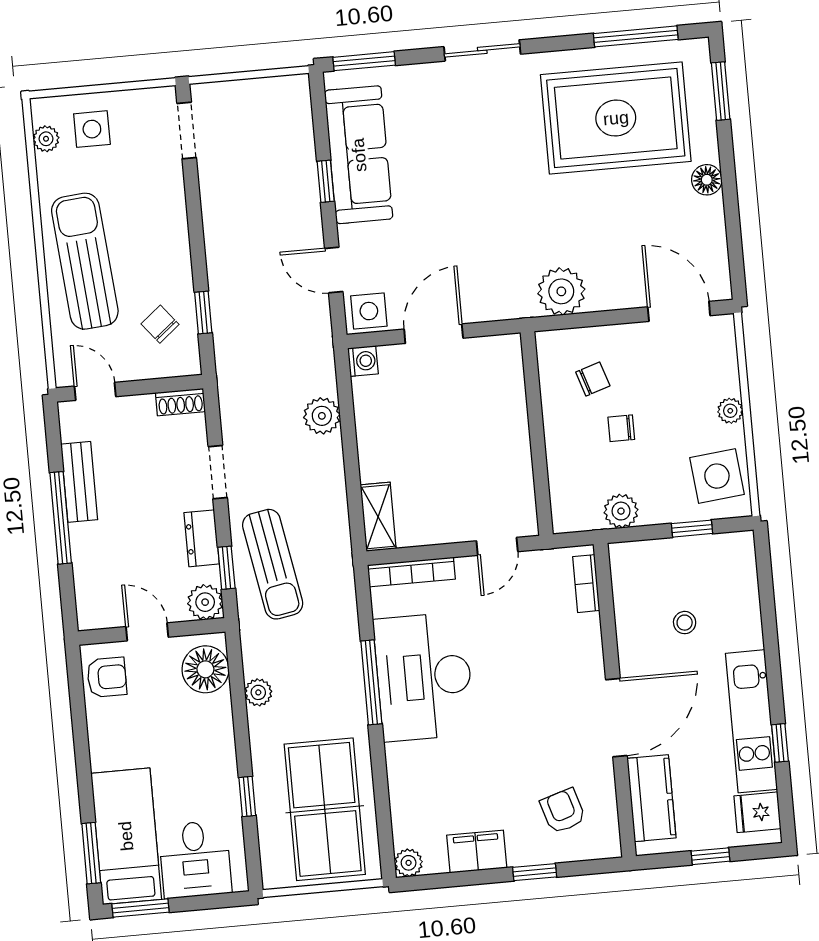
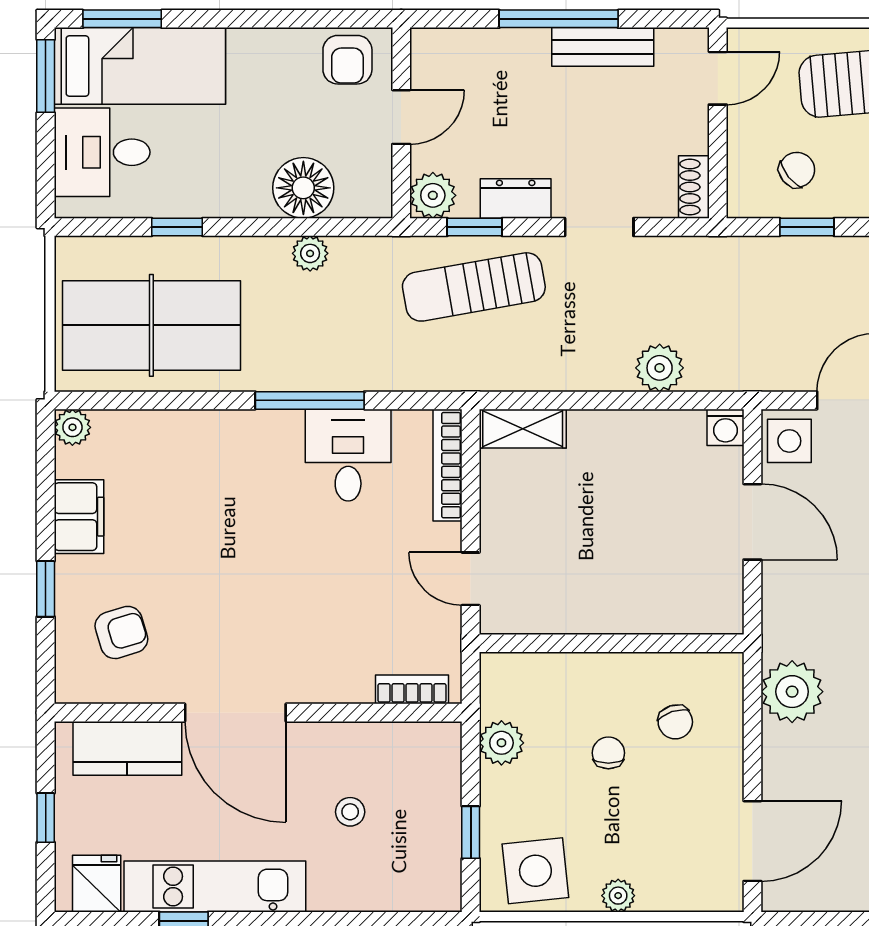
floor lamp: (205, 669) -> (303, 188), moved
desk: (424, 677) -> (348, 455), width x0.53, depth x0.77

